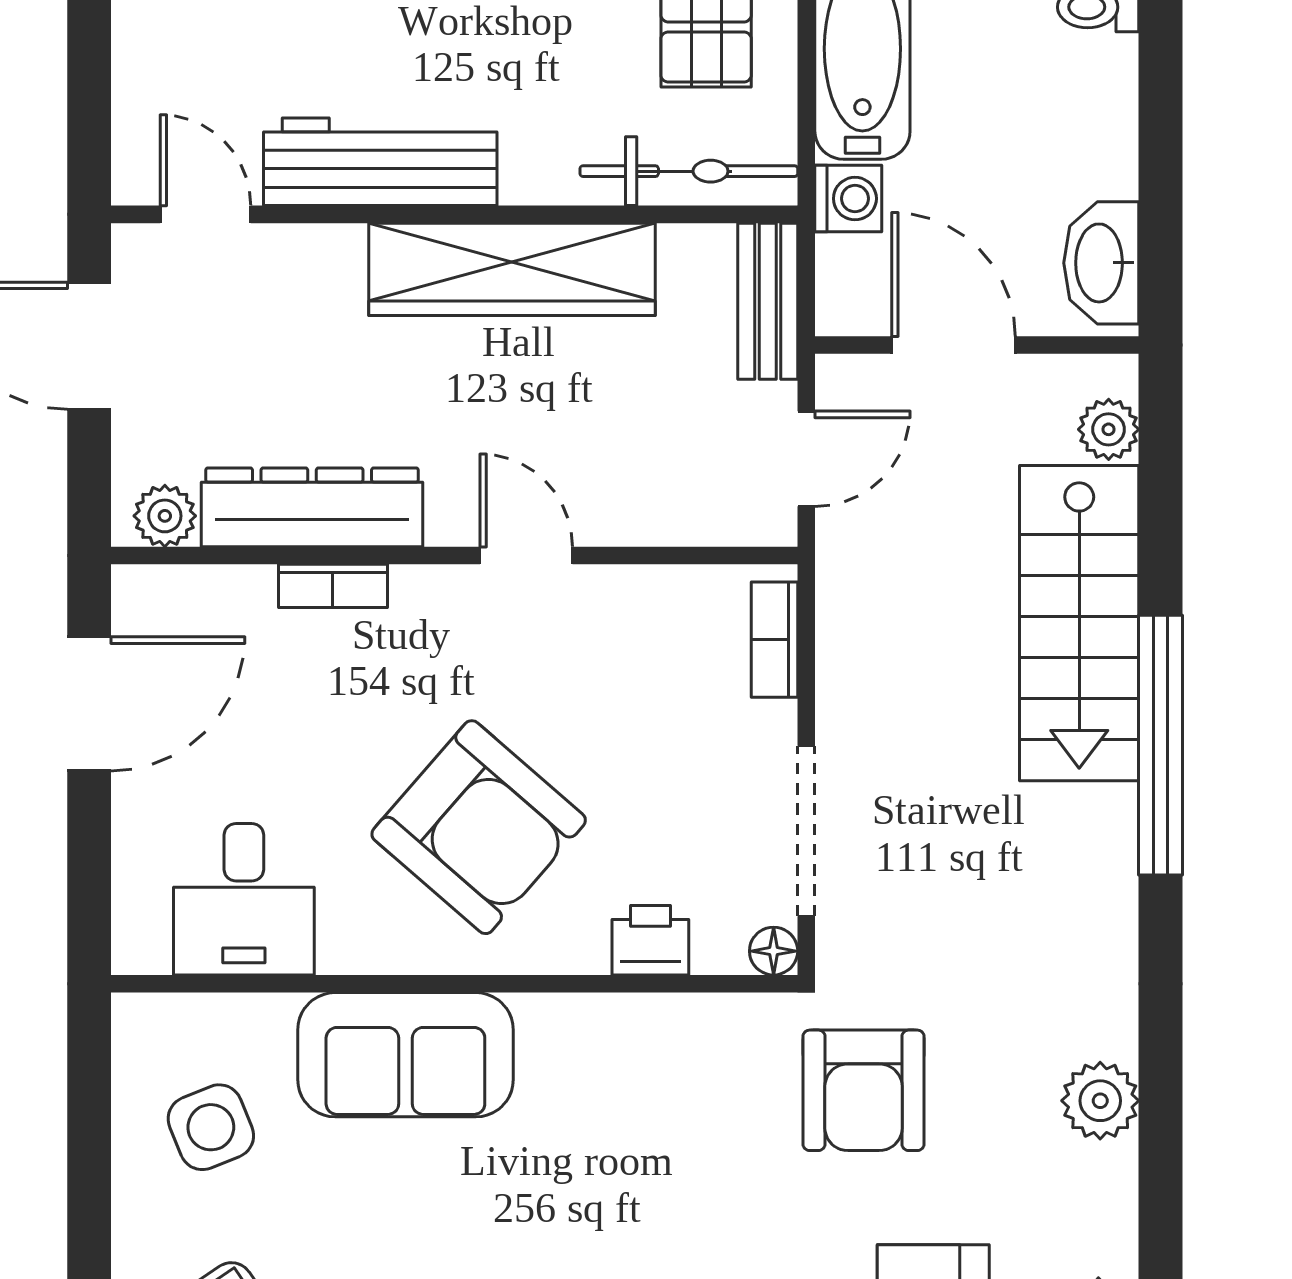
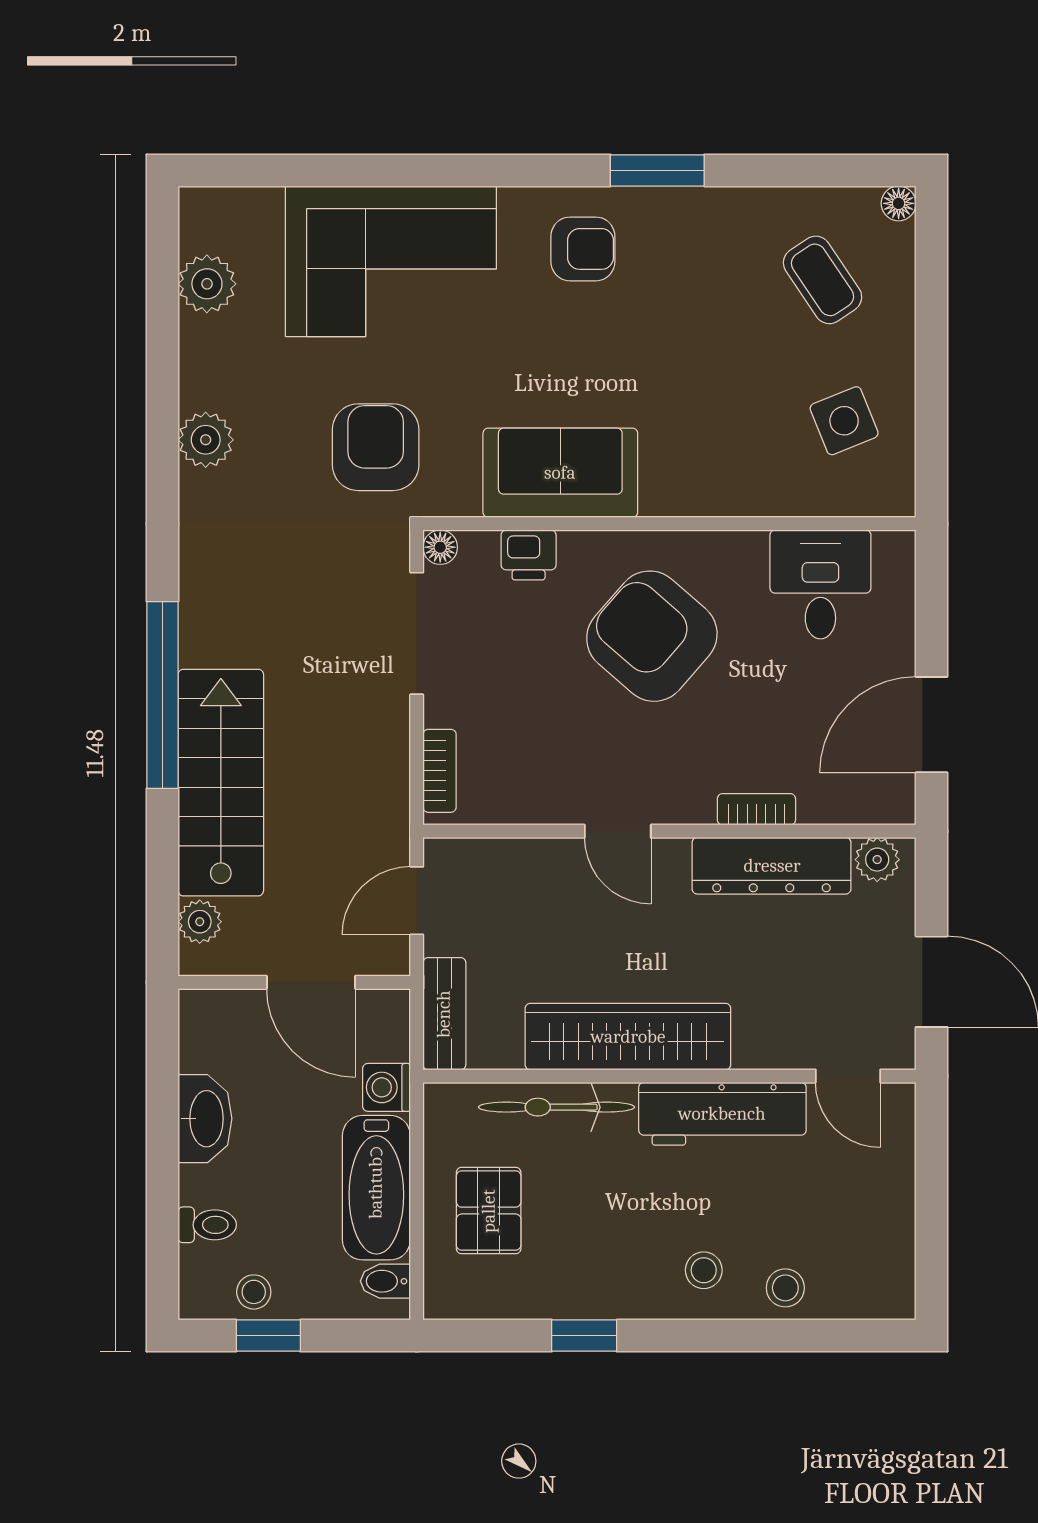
bicycle: (689, 171) -> (557, 1107), moved
washbasin: (1101, 263) -> (205, 1119), moved
sofa: (405, 1055) -> (560, 473), moved

